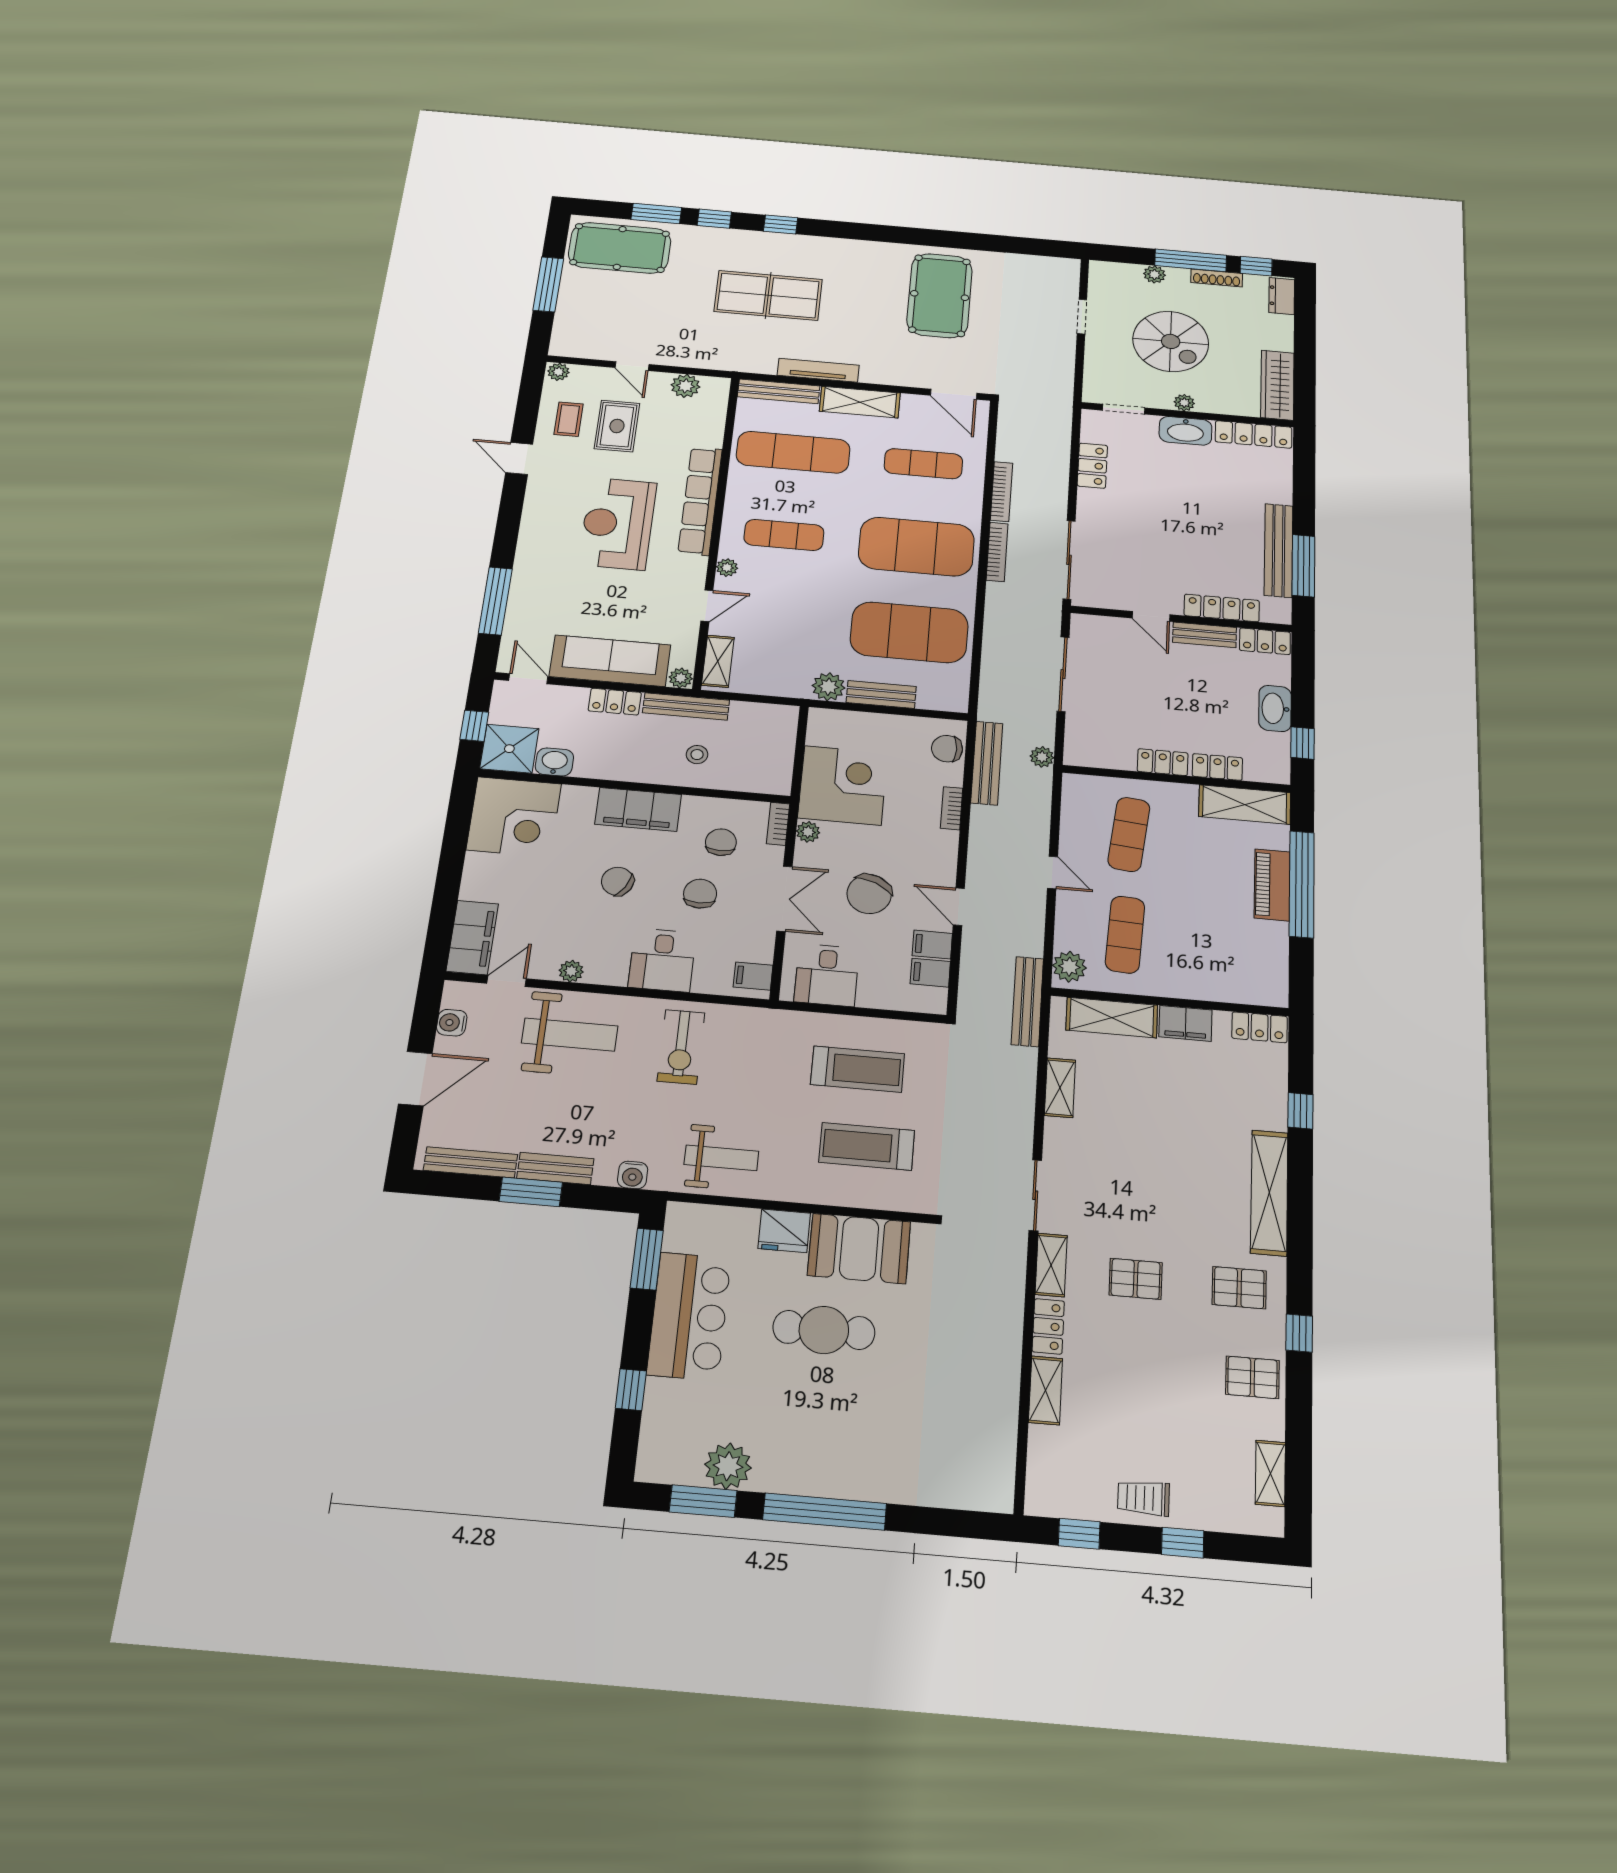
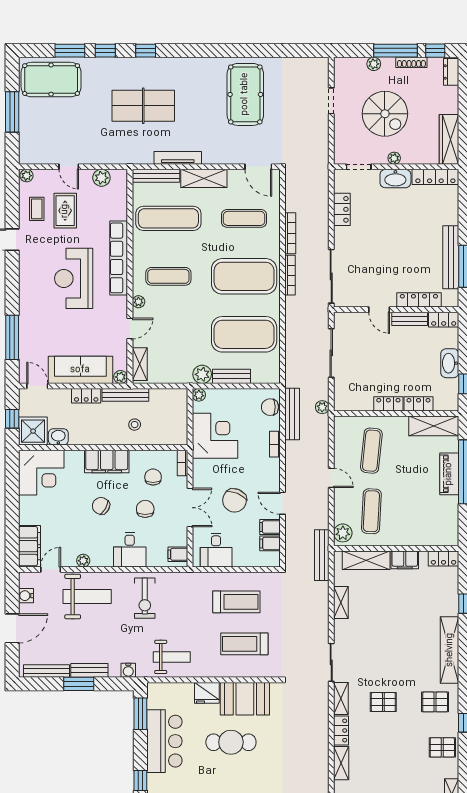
plant: (808, 832) -> (199, 395), moved

